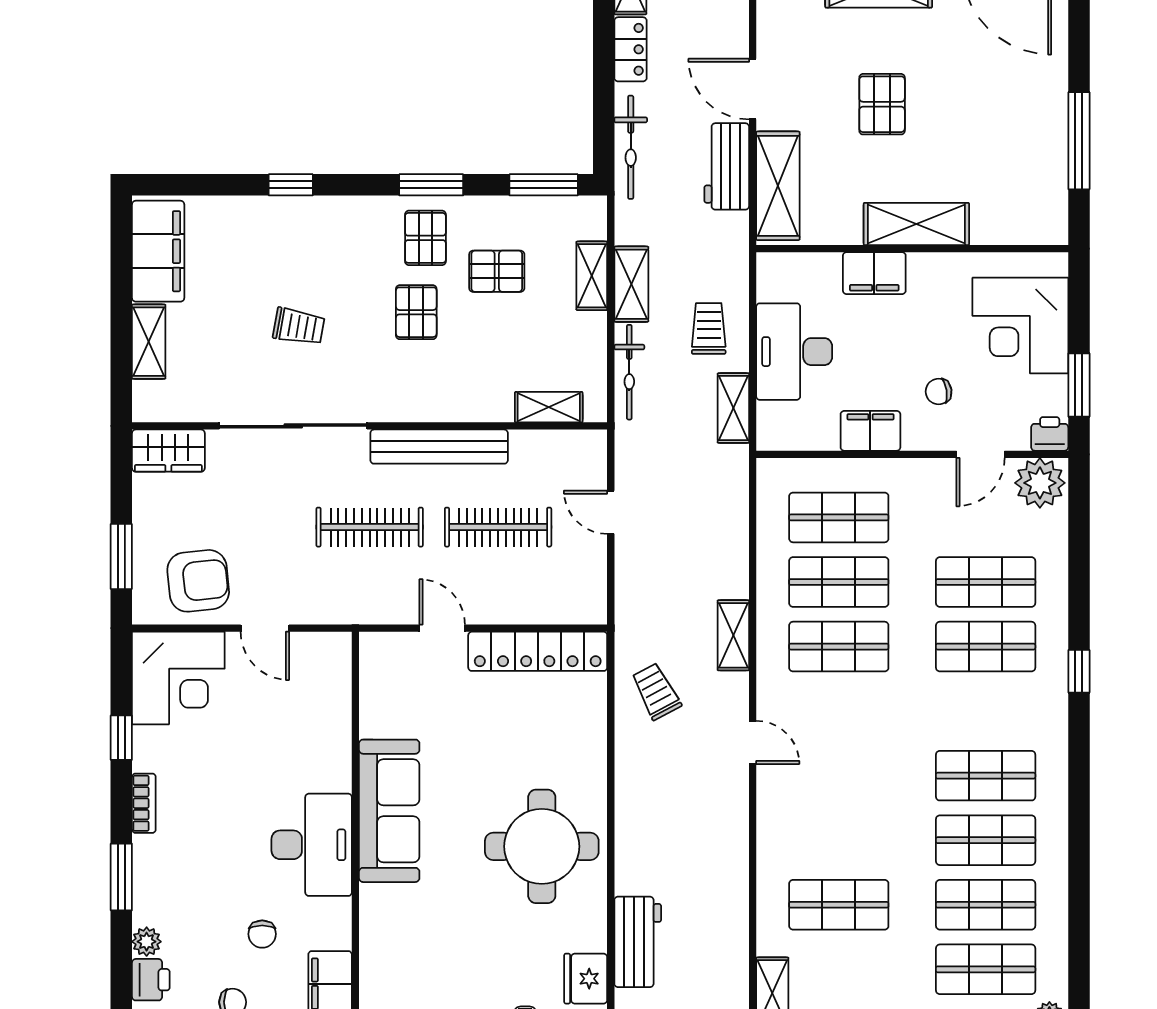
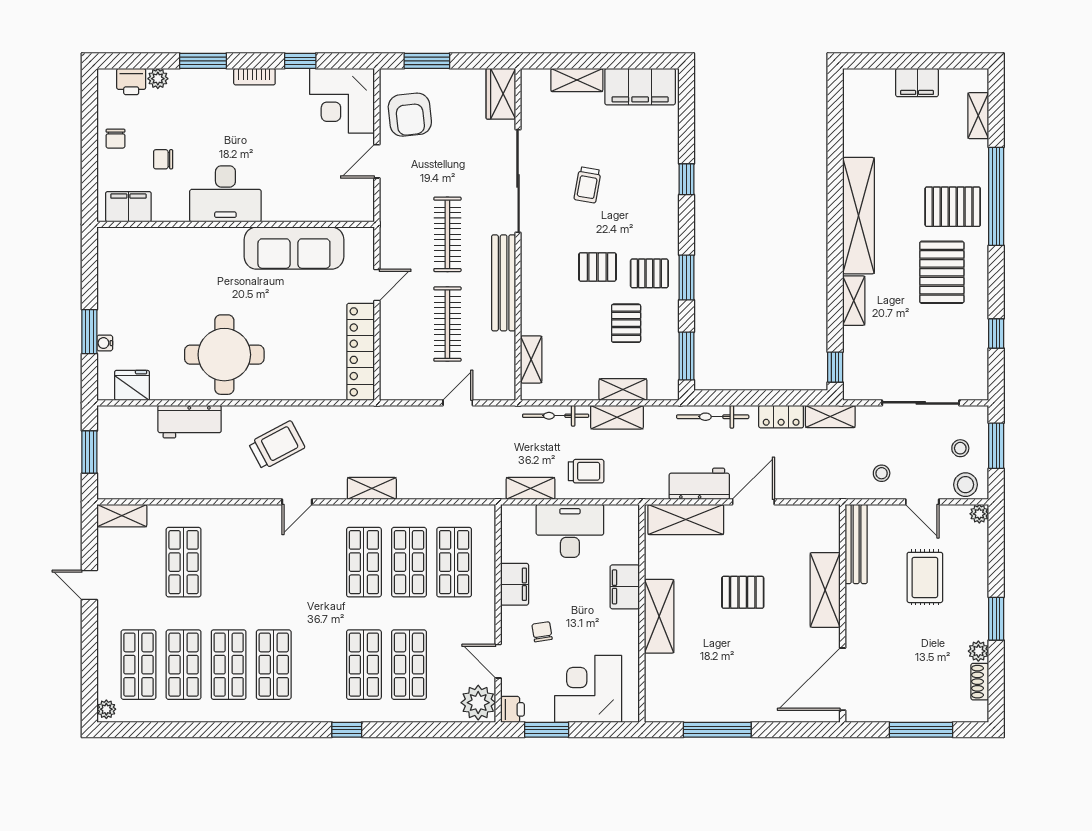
trolley: (656, 691) -> (277, 445), moved, width x1.36, depth x1.39
sofa: (389, 811) -> (294, 248), moved
workbench: (638, 942) -> (190, 422), moved

